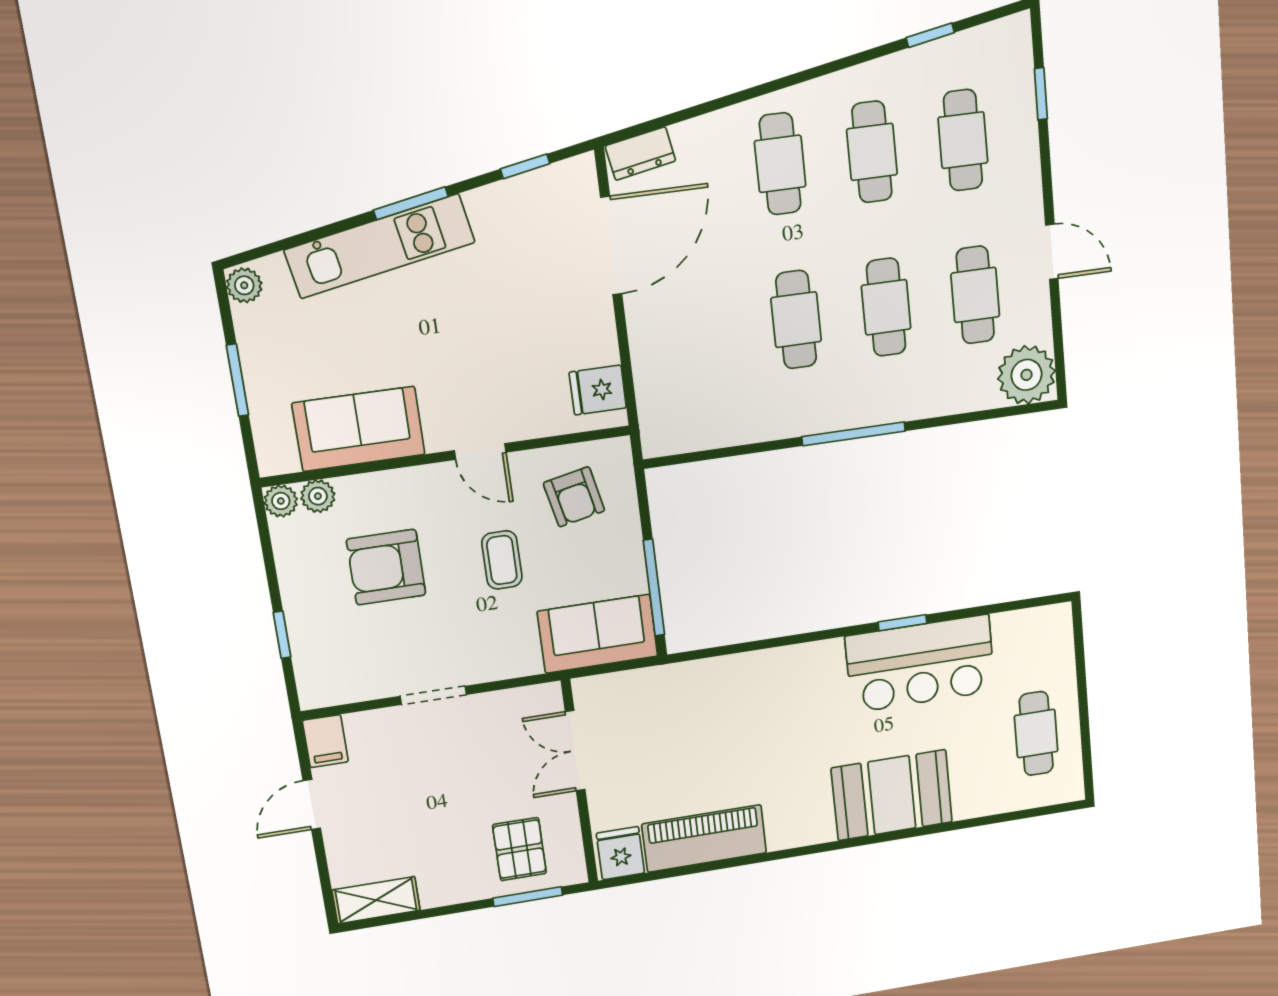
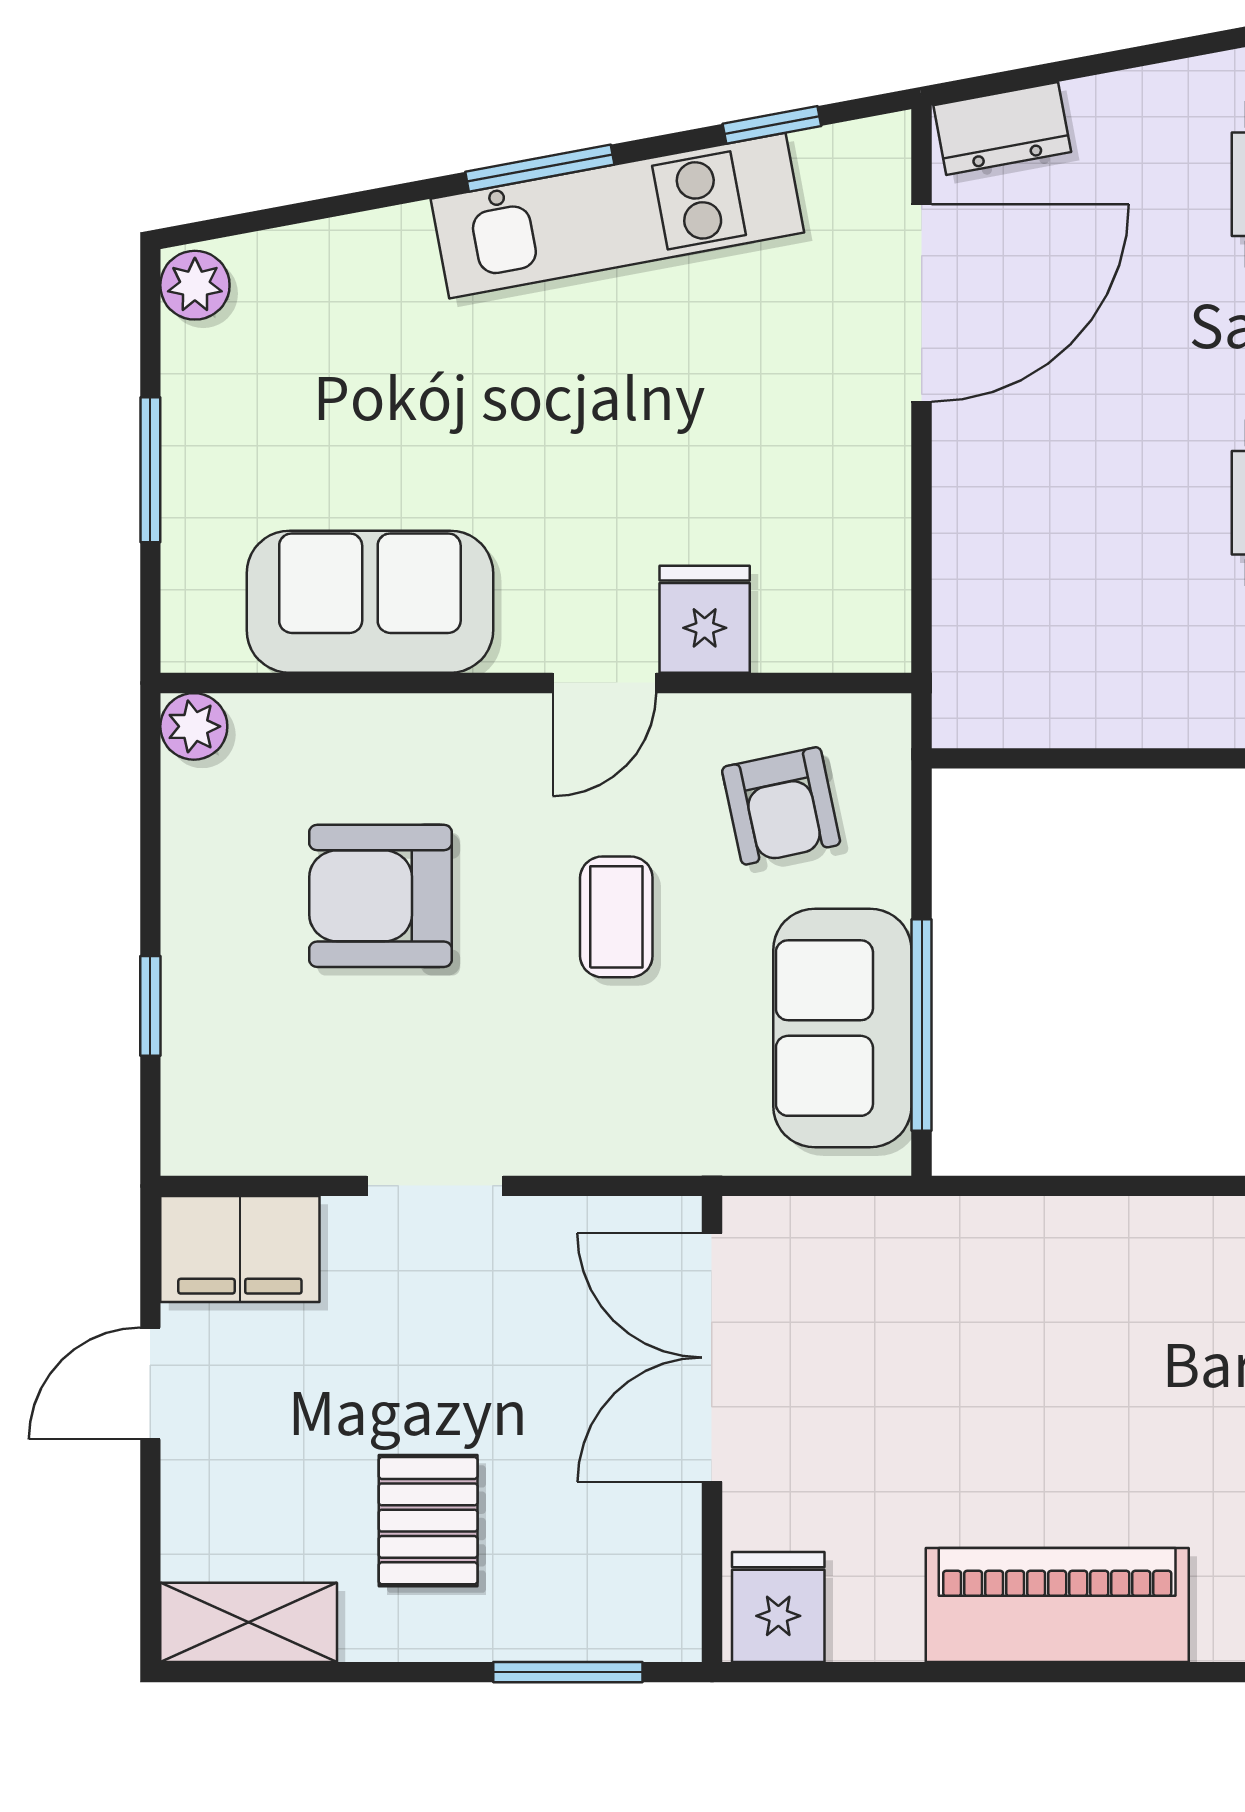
kitchen unit: (380, 246) -> (617, 216), moved
fridge: (598, 390) -> (705, 619), moved, turned 90
door: (480, 451) -> (604, 683), hinge flipped
plant: (318, 496) -> (268, 727), removed
sofa: (598, 634) -> (842, 1028), moved, turned -90
filing cabinet: (325, 741) -> (240, 1249), width x2.00
double door: (575, 751) -> (712, 1358), width x1.37
piano: (704, 838) -> (1057, 1605), moved
pallet: (519, 849) -> (428, 1521), moved

